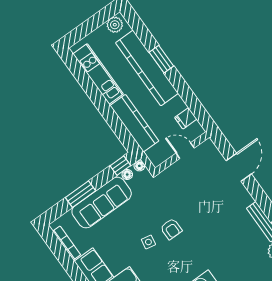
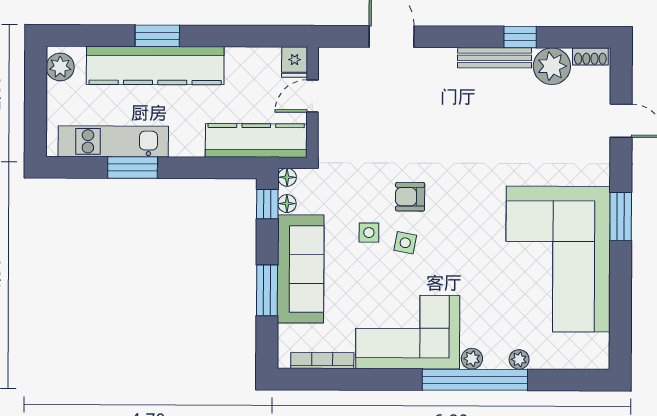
window: (93, 91) -> (133, 168), added
fridge: (186, 118) -> (295, 62), moved
kitchen counter: (134, 123) -> (256, 141), moved
side table: (141, 222) -> (369, 233), added
armchair: (171, 229) -> (410, 197), turned 180

